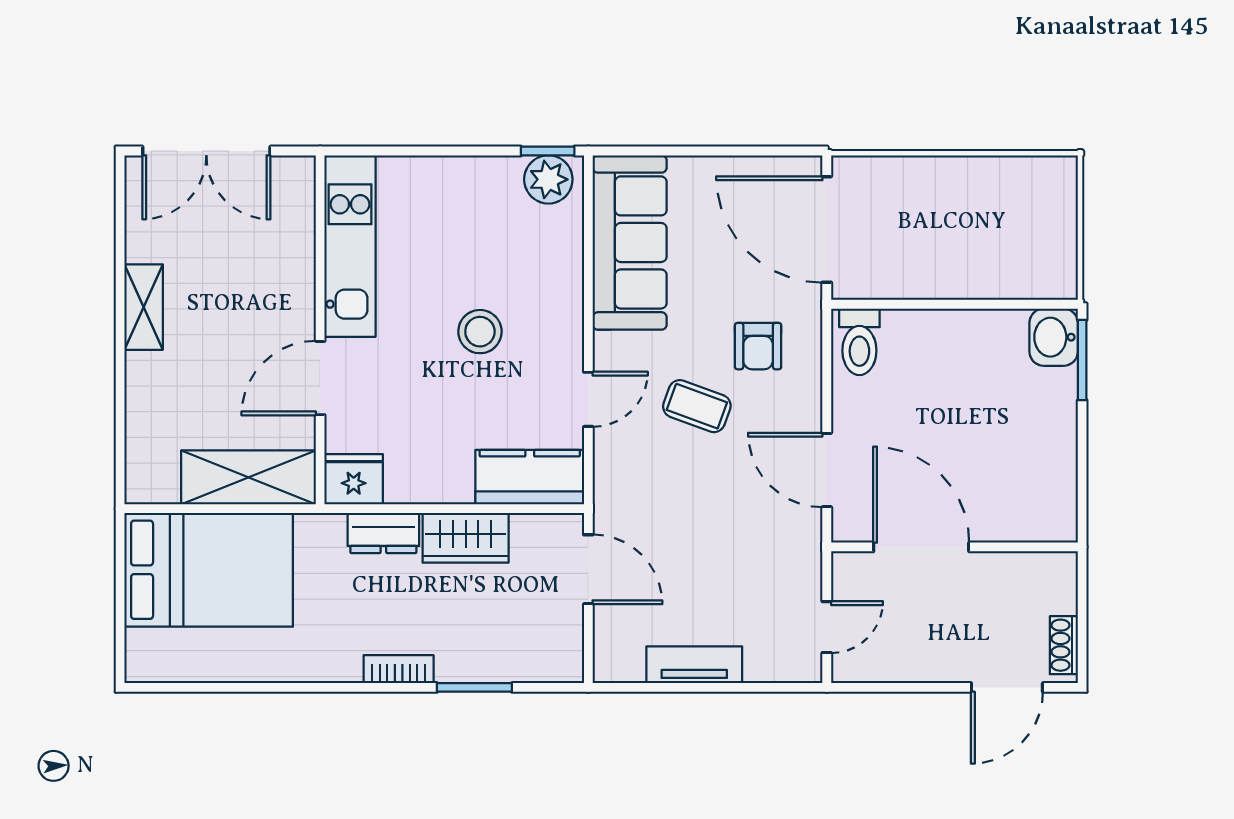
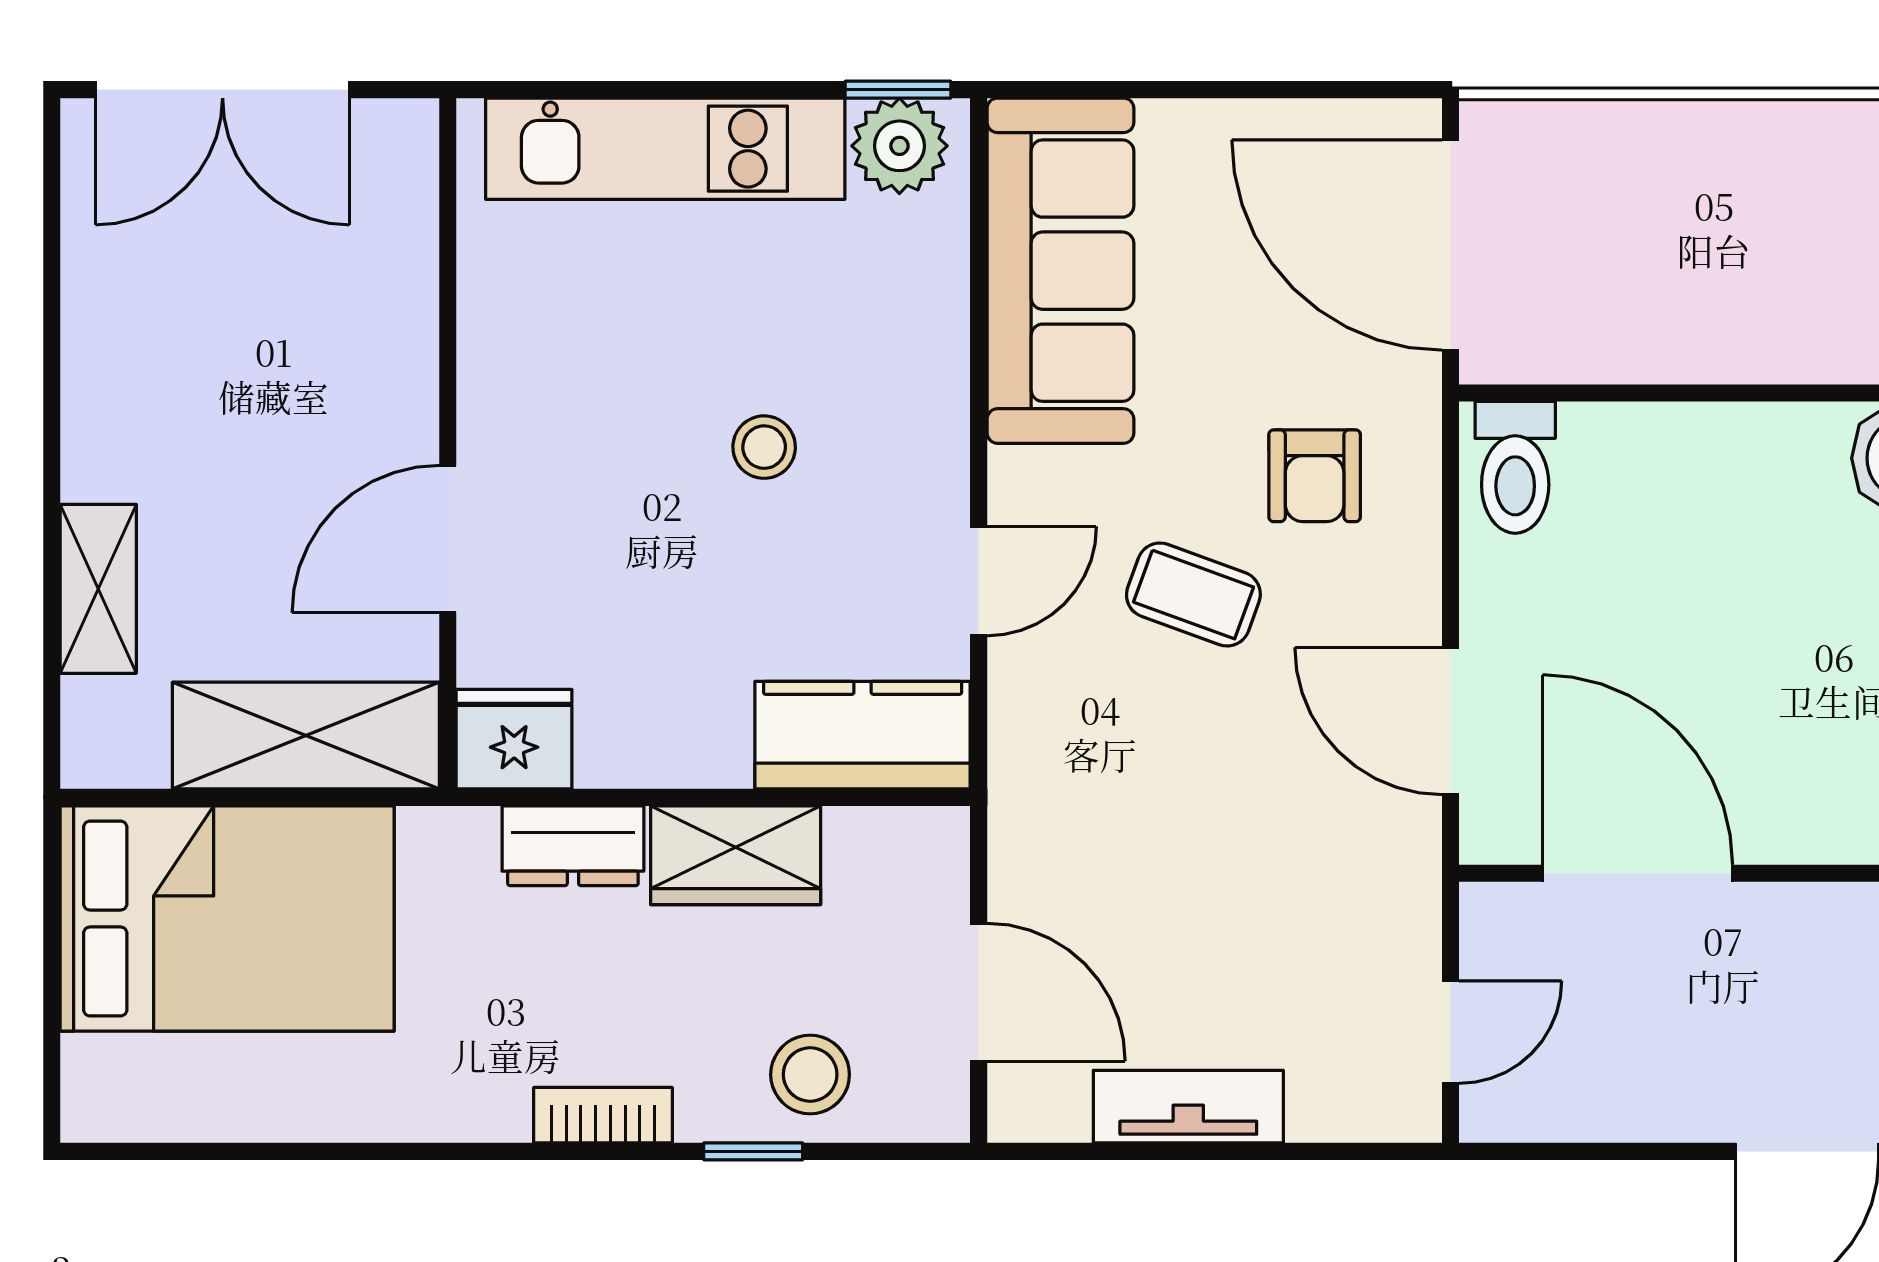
kitchen unit: (350, 246) -> (665, 149), moved, turned 90
shelving: (144, 307) -> (98, 589), moved
stool: (480, 332) -> (764, 447), width x0.73, depth x0.73
door: (588, 569) -> (979, 992), moved
stool: (503, 649) -> (810, 1075), added
window: (474, 687) -> (753, 1151), width x0.67

